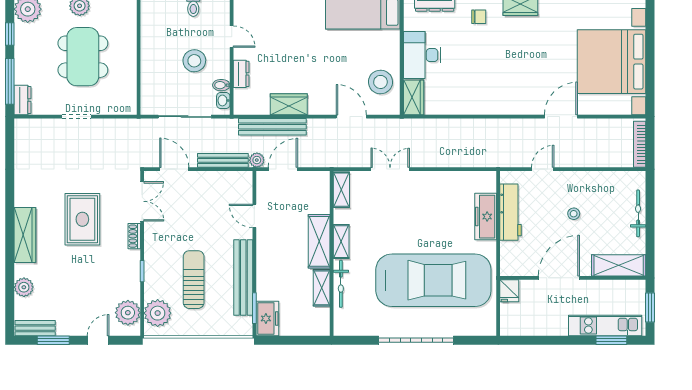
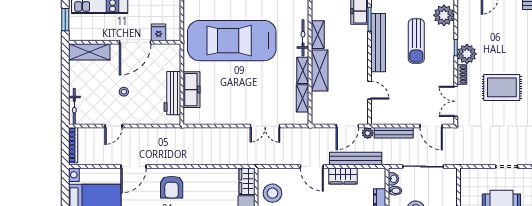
armchair: (512, 90) -> (172, 187), added
door: (351, 117) -> (312, 166), moved
door: (543, 169) -> (114, 126), moved
shelving: (341, 190) -> (303, 98), moved
bicycle: (638, 213) -> (74, 107), moved
rug: (82, 219) -> (502, 87), turned 90
fridge: (509, 291) -> (159, 32), moved
plant: (128, 313) -> (467, 54), moved

